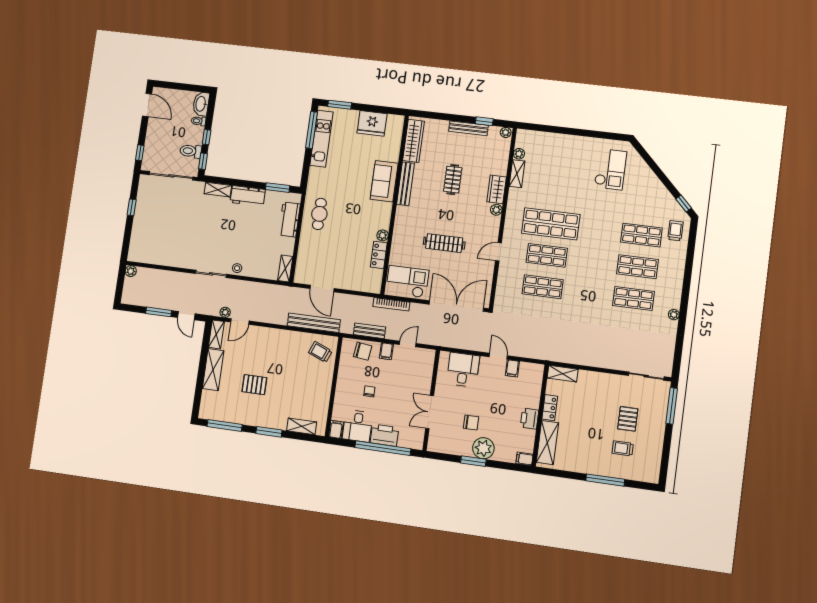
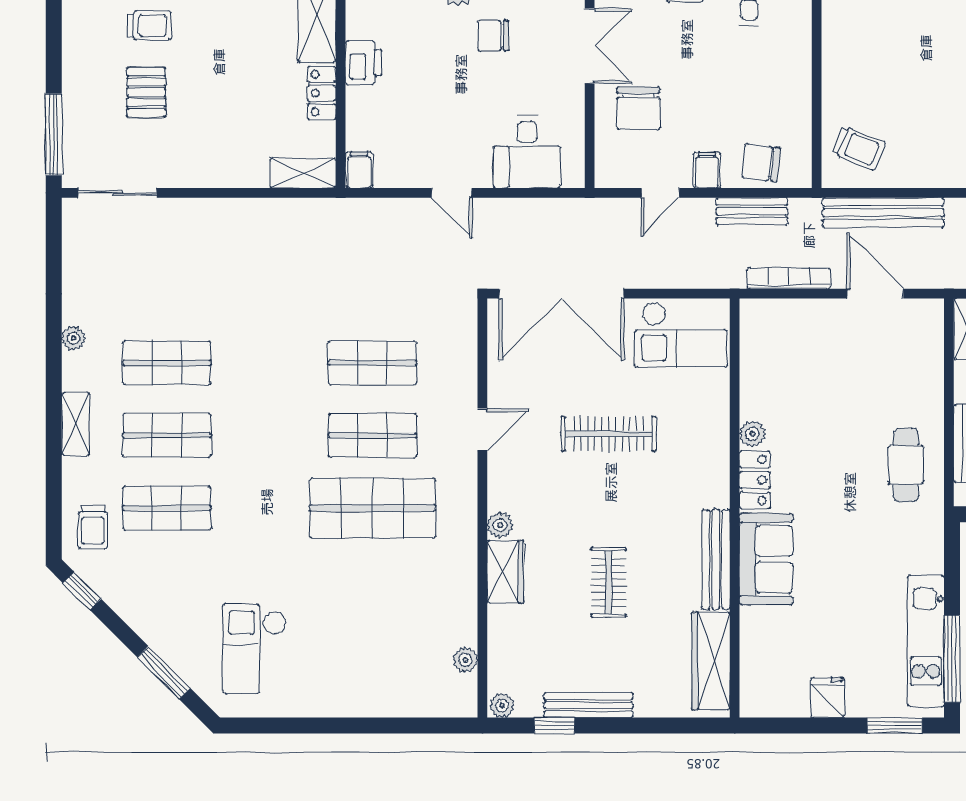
fridge: (372, 123) -> (828, 697), width x0.53, depth x0.75
window: (652, 164) -> (164, 673), added
shelving: (517, 174) -> (76, 424), moved
locker: (379, 255) -> (755, 480), moved
bookcase: (391, 304) -> (789, 278), moved
filing cabinet: (512, 368) -> (359, 170), moved
chair: (369, 391) -> (638, 108), moved, width x1.87, depth x1.87

